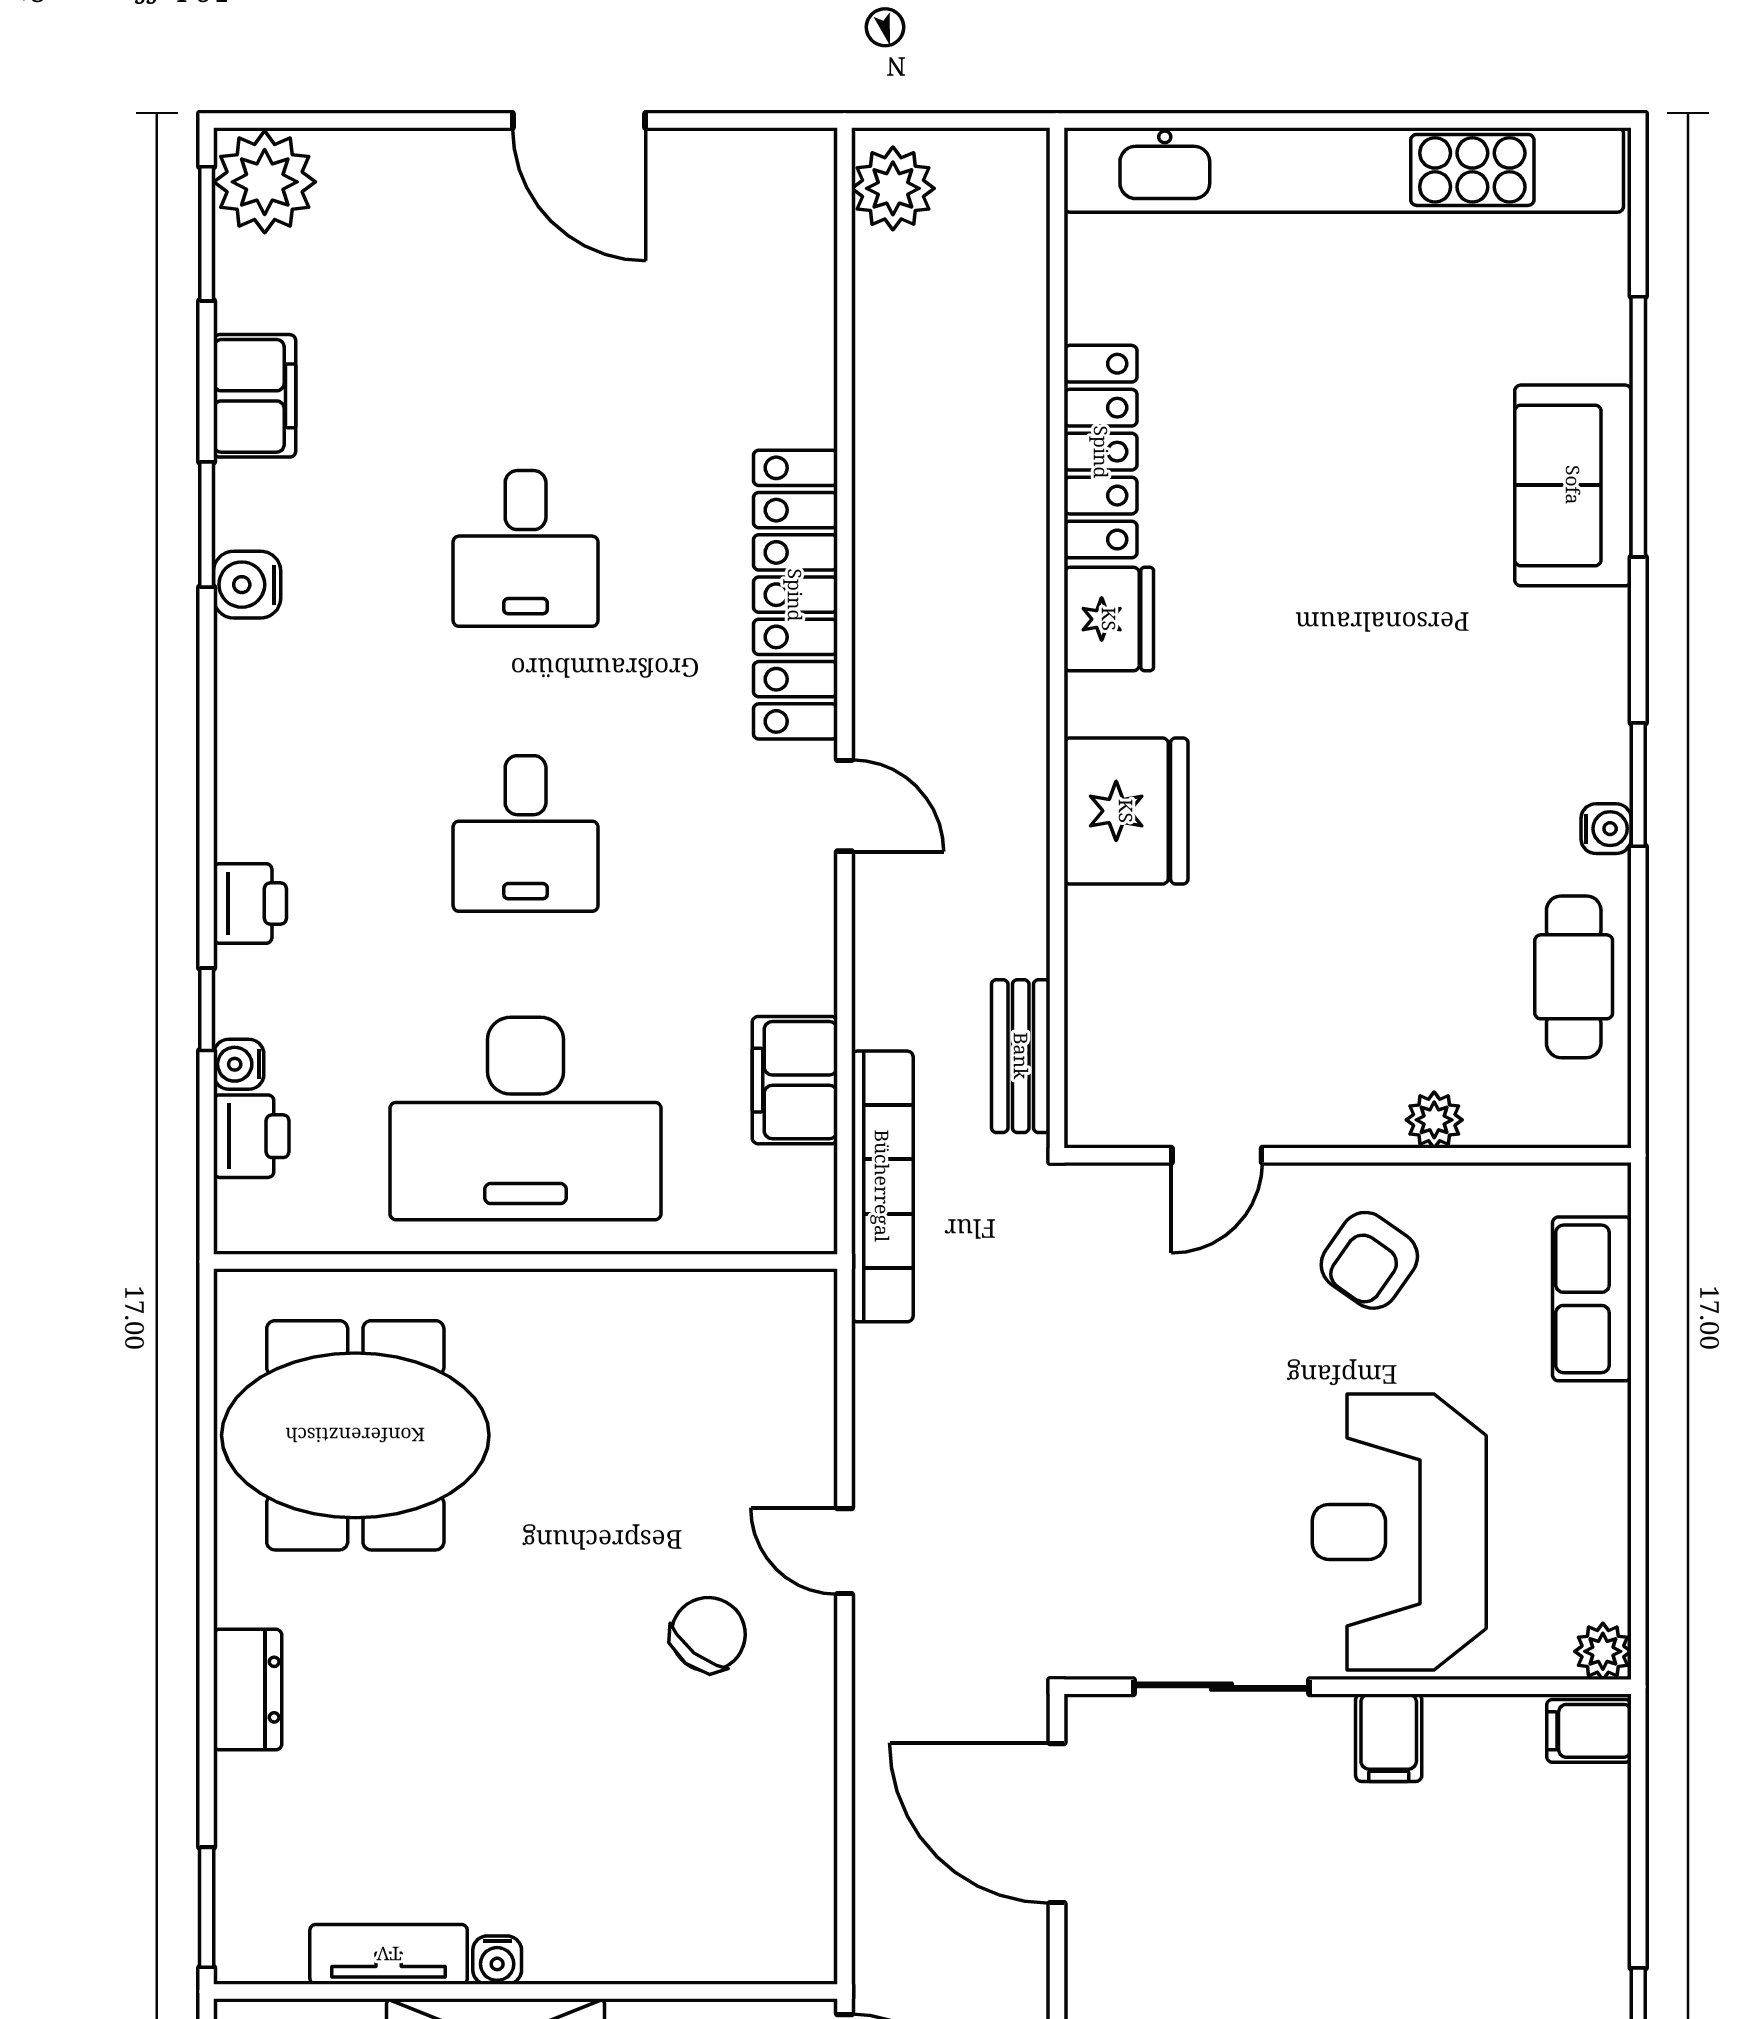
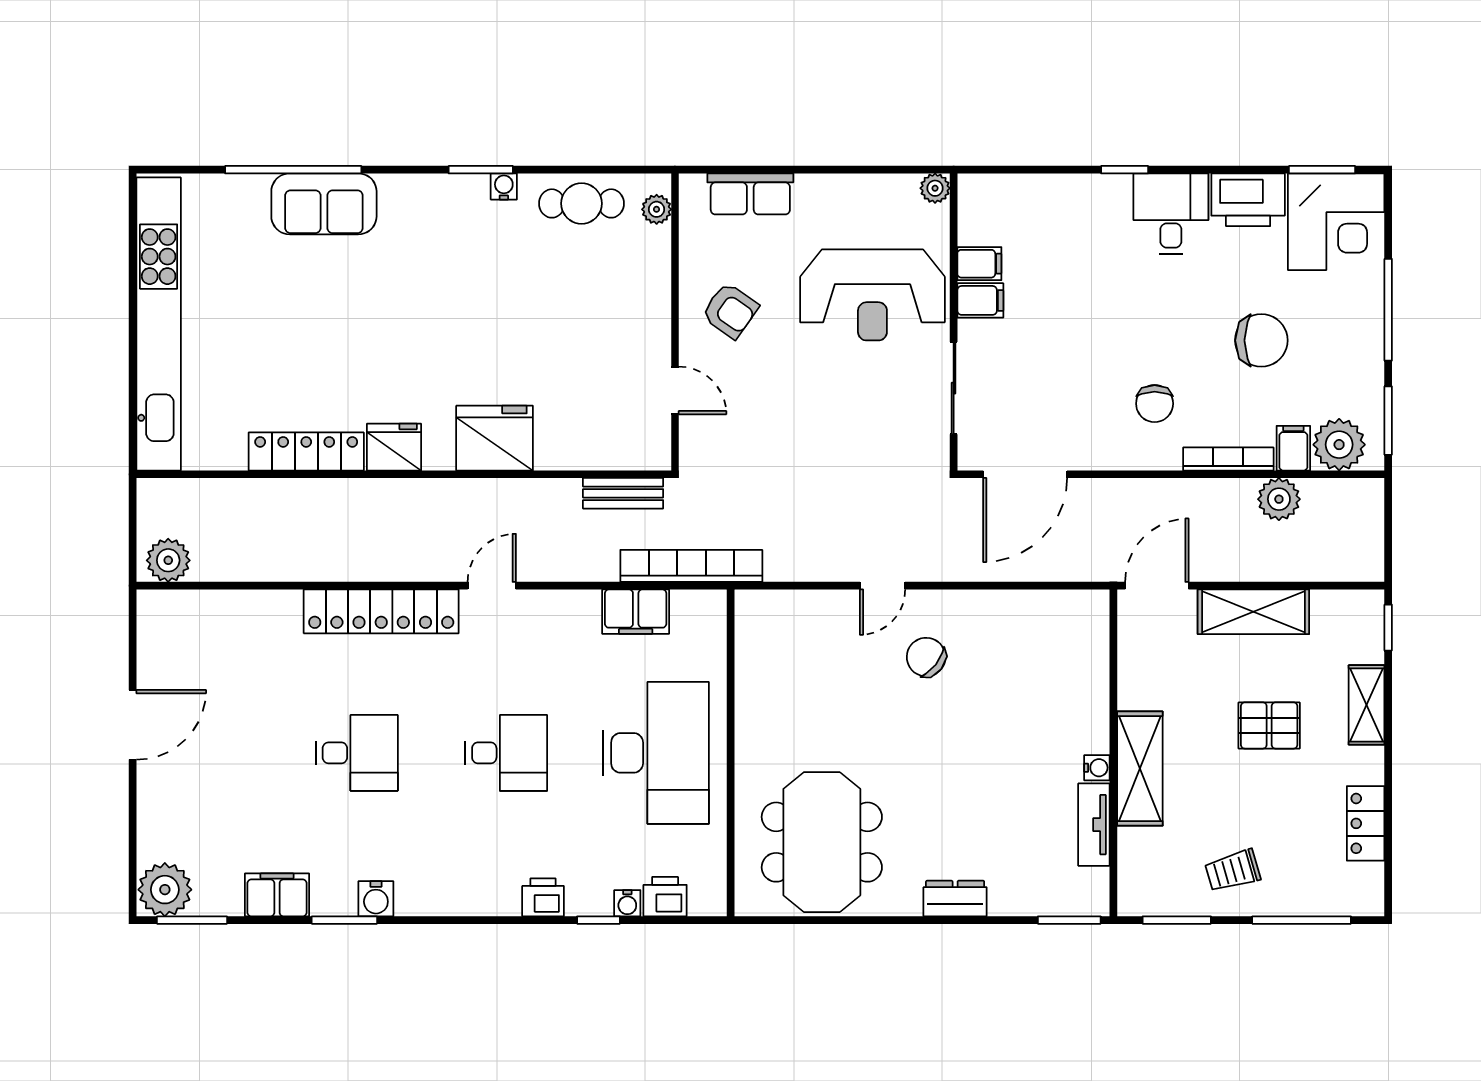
plant: (1434, 1120) -> (657, 209), moved
filing cabinet: (1589, 1731) -> (979, 264), moved, turned -90

